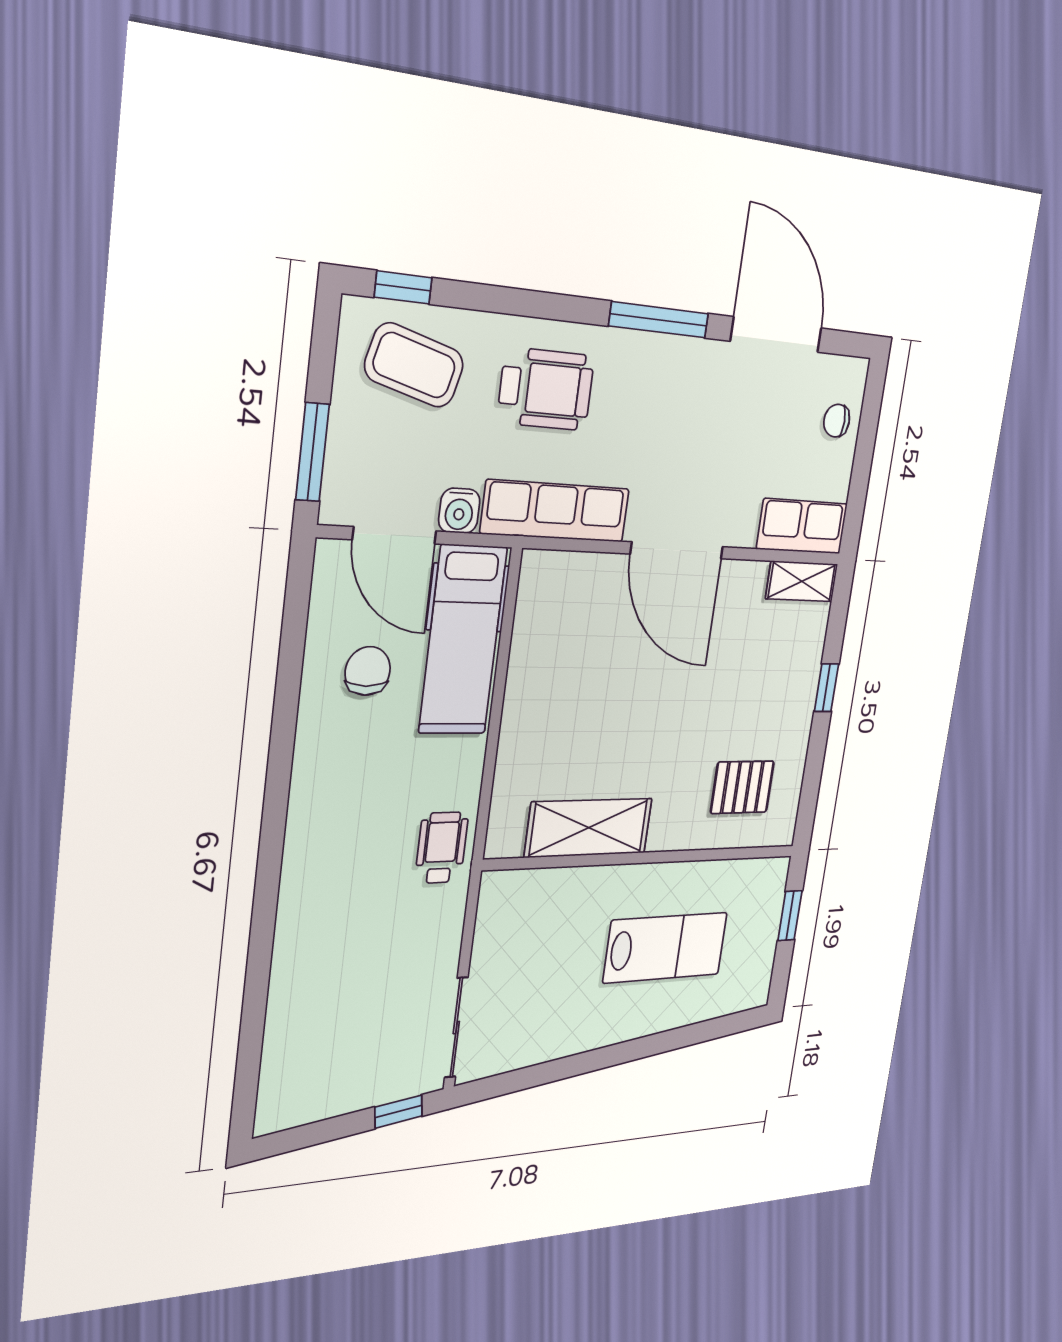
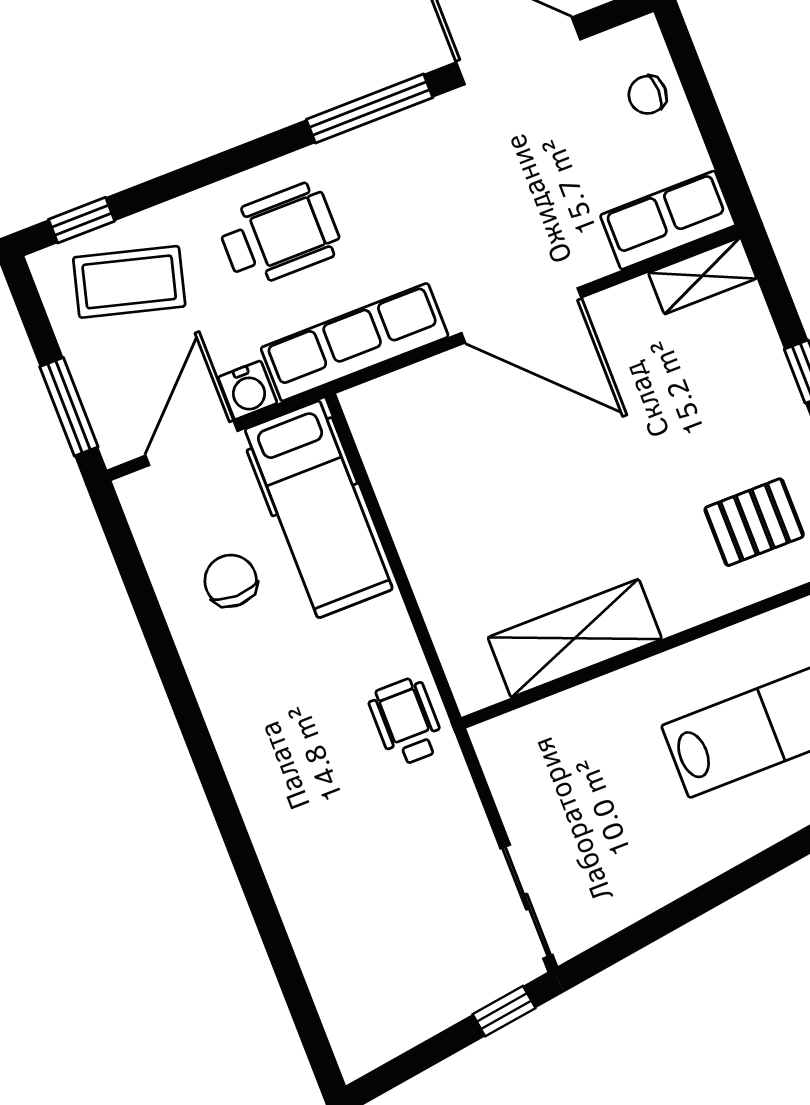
door: (395, 535) -> (192, 443), swing flipped

